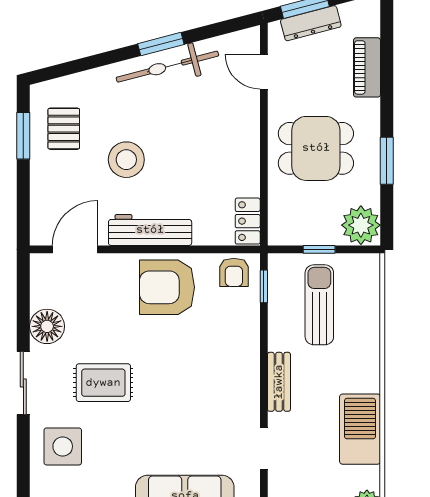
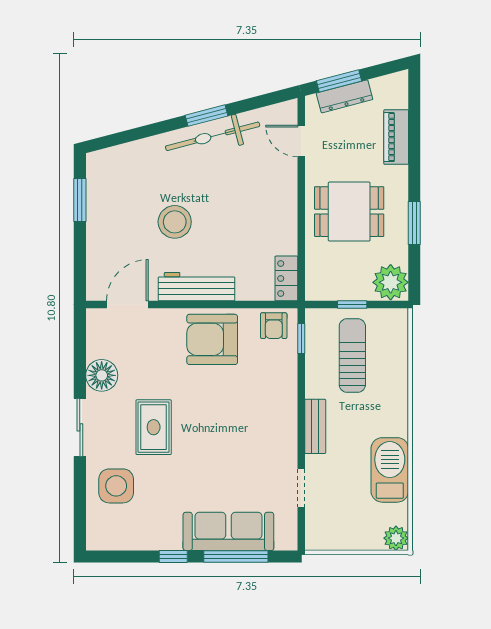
pallet: (64, 129) -> (117, 193), removed
rug: (103, 383) -> (154, 427), turned 90

